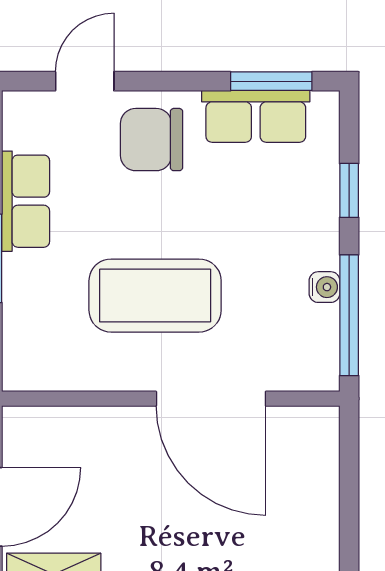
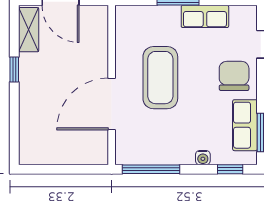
window: (349, 190) -> (230, 169), moved
water cooler: (324, 287) -> (203, 158), moved

